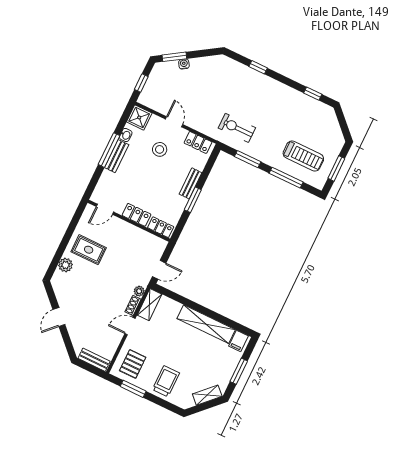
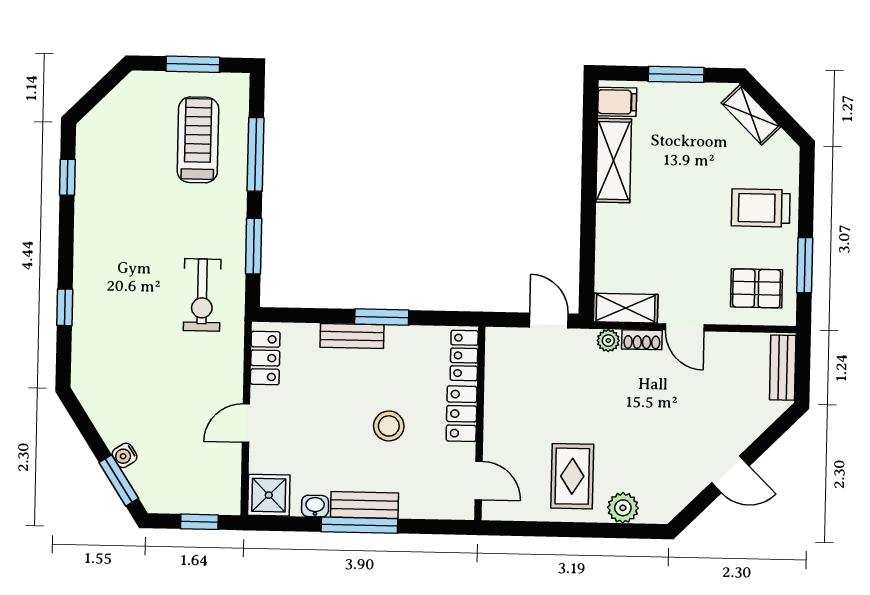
stool: (160, 149) -> (389, 426), moved
shelving: (206, 324) -> (614, 161), width x0.68

